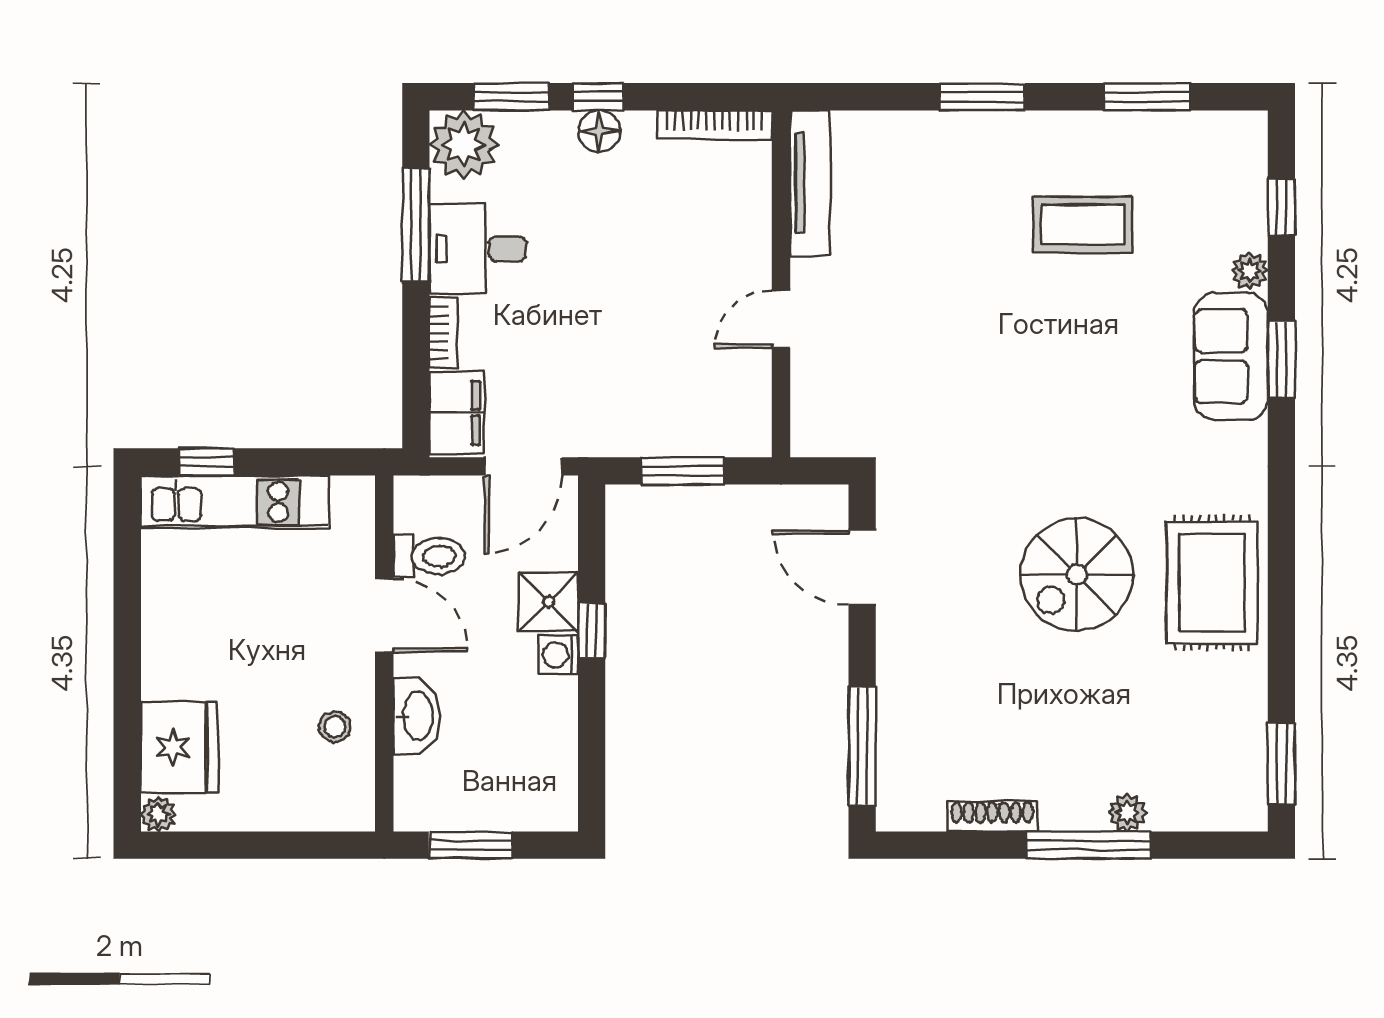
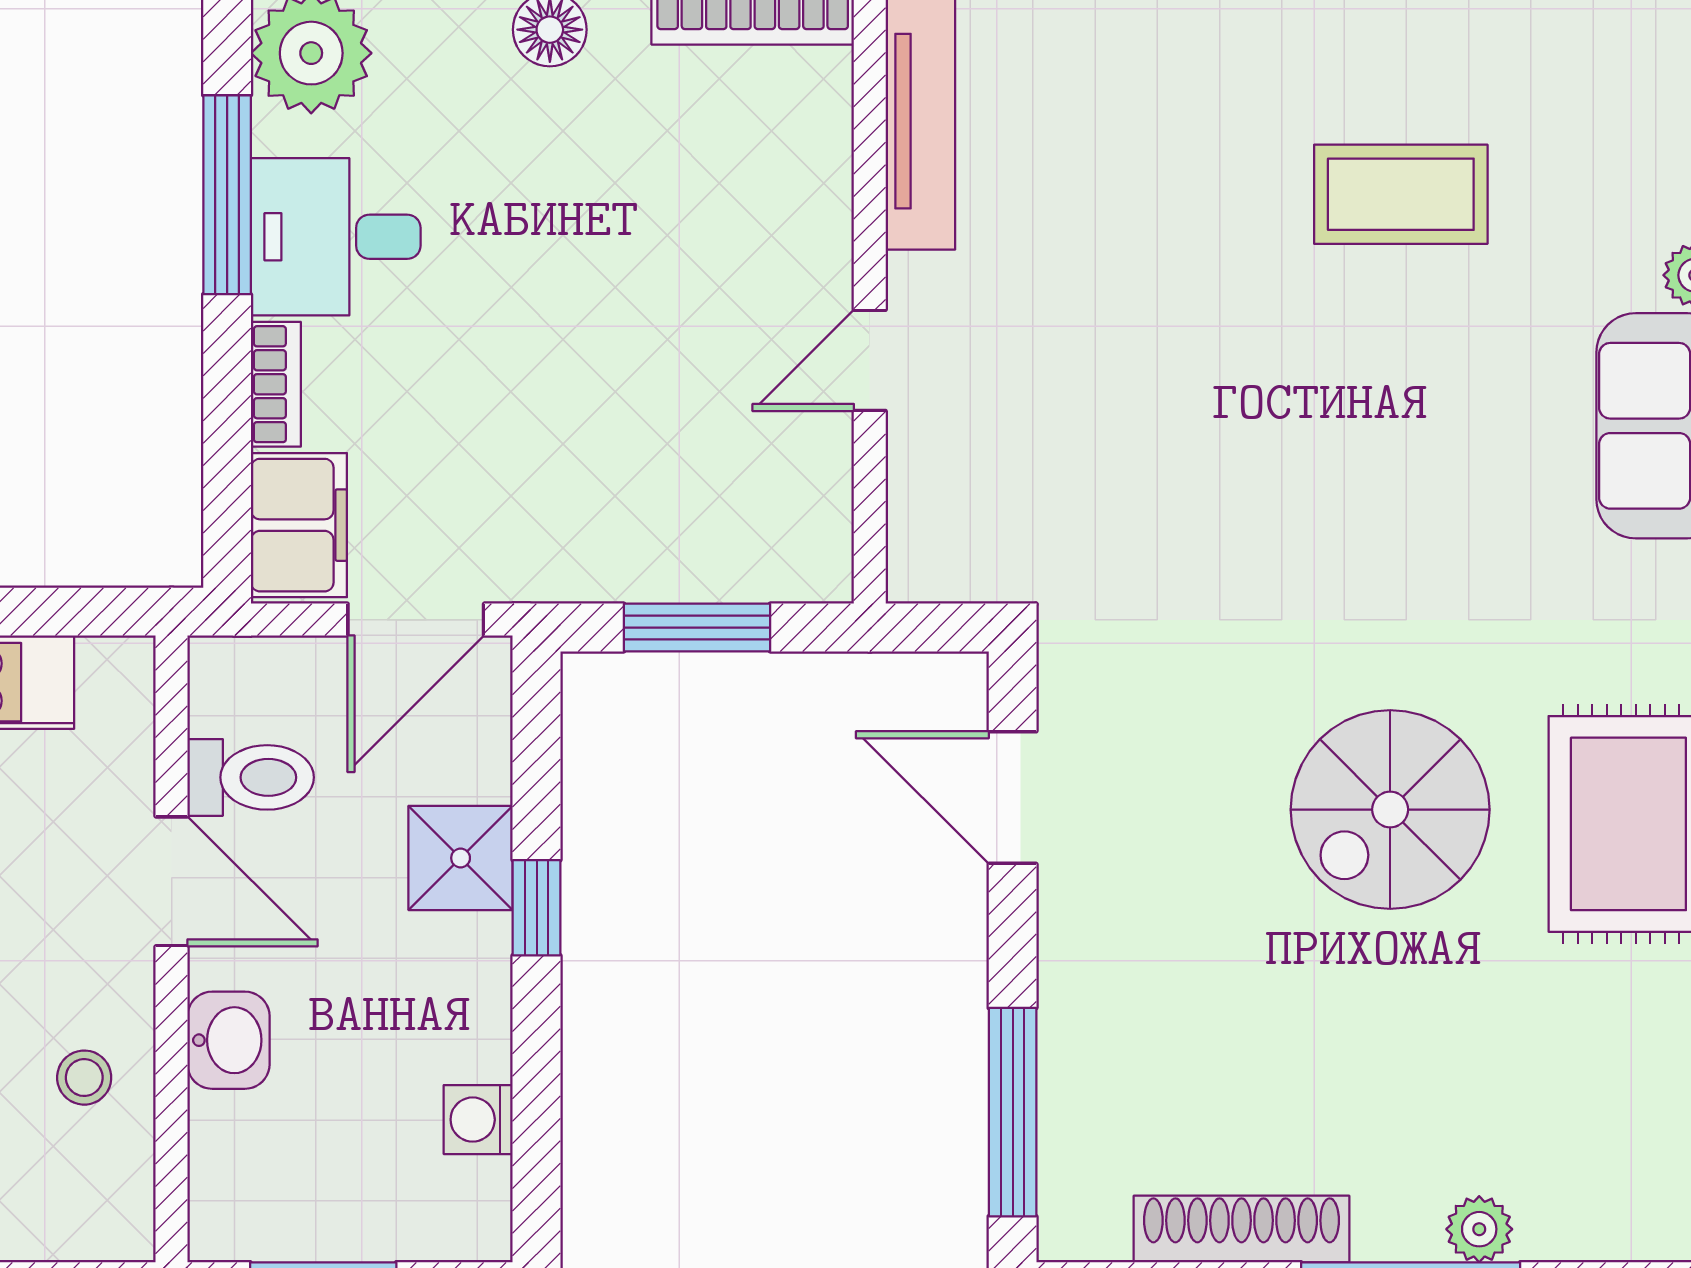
washing machine: (559, 655) -> (478, 1120), moved
washbasin: (417, 716) -> (229, 1040), width x0.72
shoe rack: (992, 816) -> (1242, 1229), width x1.36, depth x1.24

